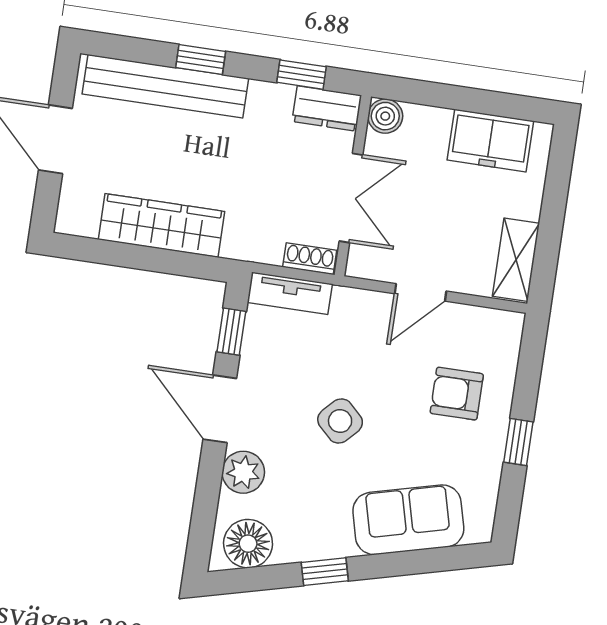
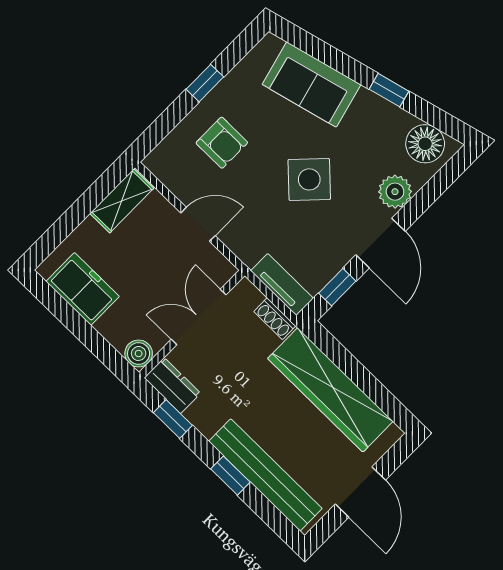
wardrobe: (161, 225) -> (330, 390), width x1.40, depth x1.17
shoe rack: (310, 259) -> (275, 319), moved
side table: (340, 421) -> (309, 179), width x1.37, depth x1.37

